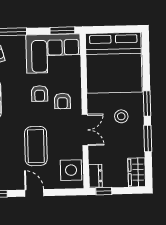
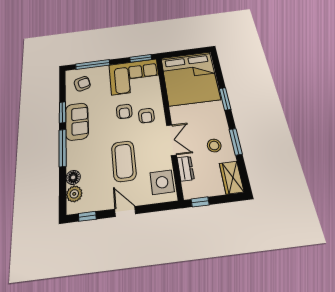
window: (147, 103) -> (225, 99), moved
stool: (121, 116) -> (214, 146), moved
dresser: (95, 176) -> (186, 169), moved

